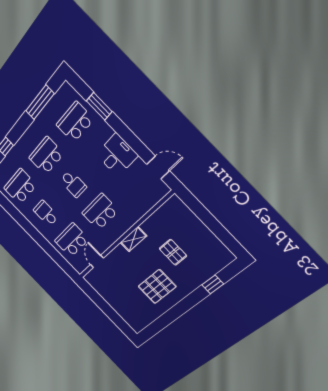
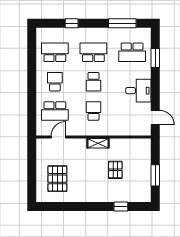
school desk: (75, 122) -> (132, 52), turned 180
school desk: (100, 212) -> (93, 111), width x0.54
window: (216, 227) -> (155, 175), added
school desk: (72, 240) -> (55, 111), turned 180
pallet: (157, 287) -> (57, 179), moved, turned 90

